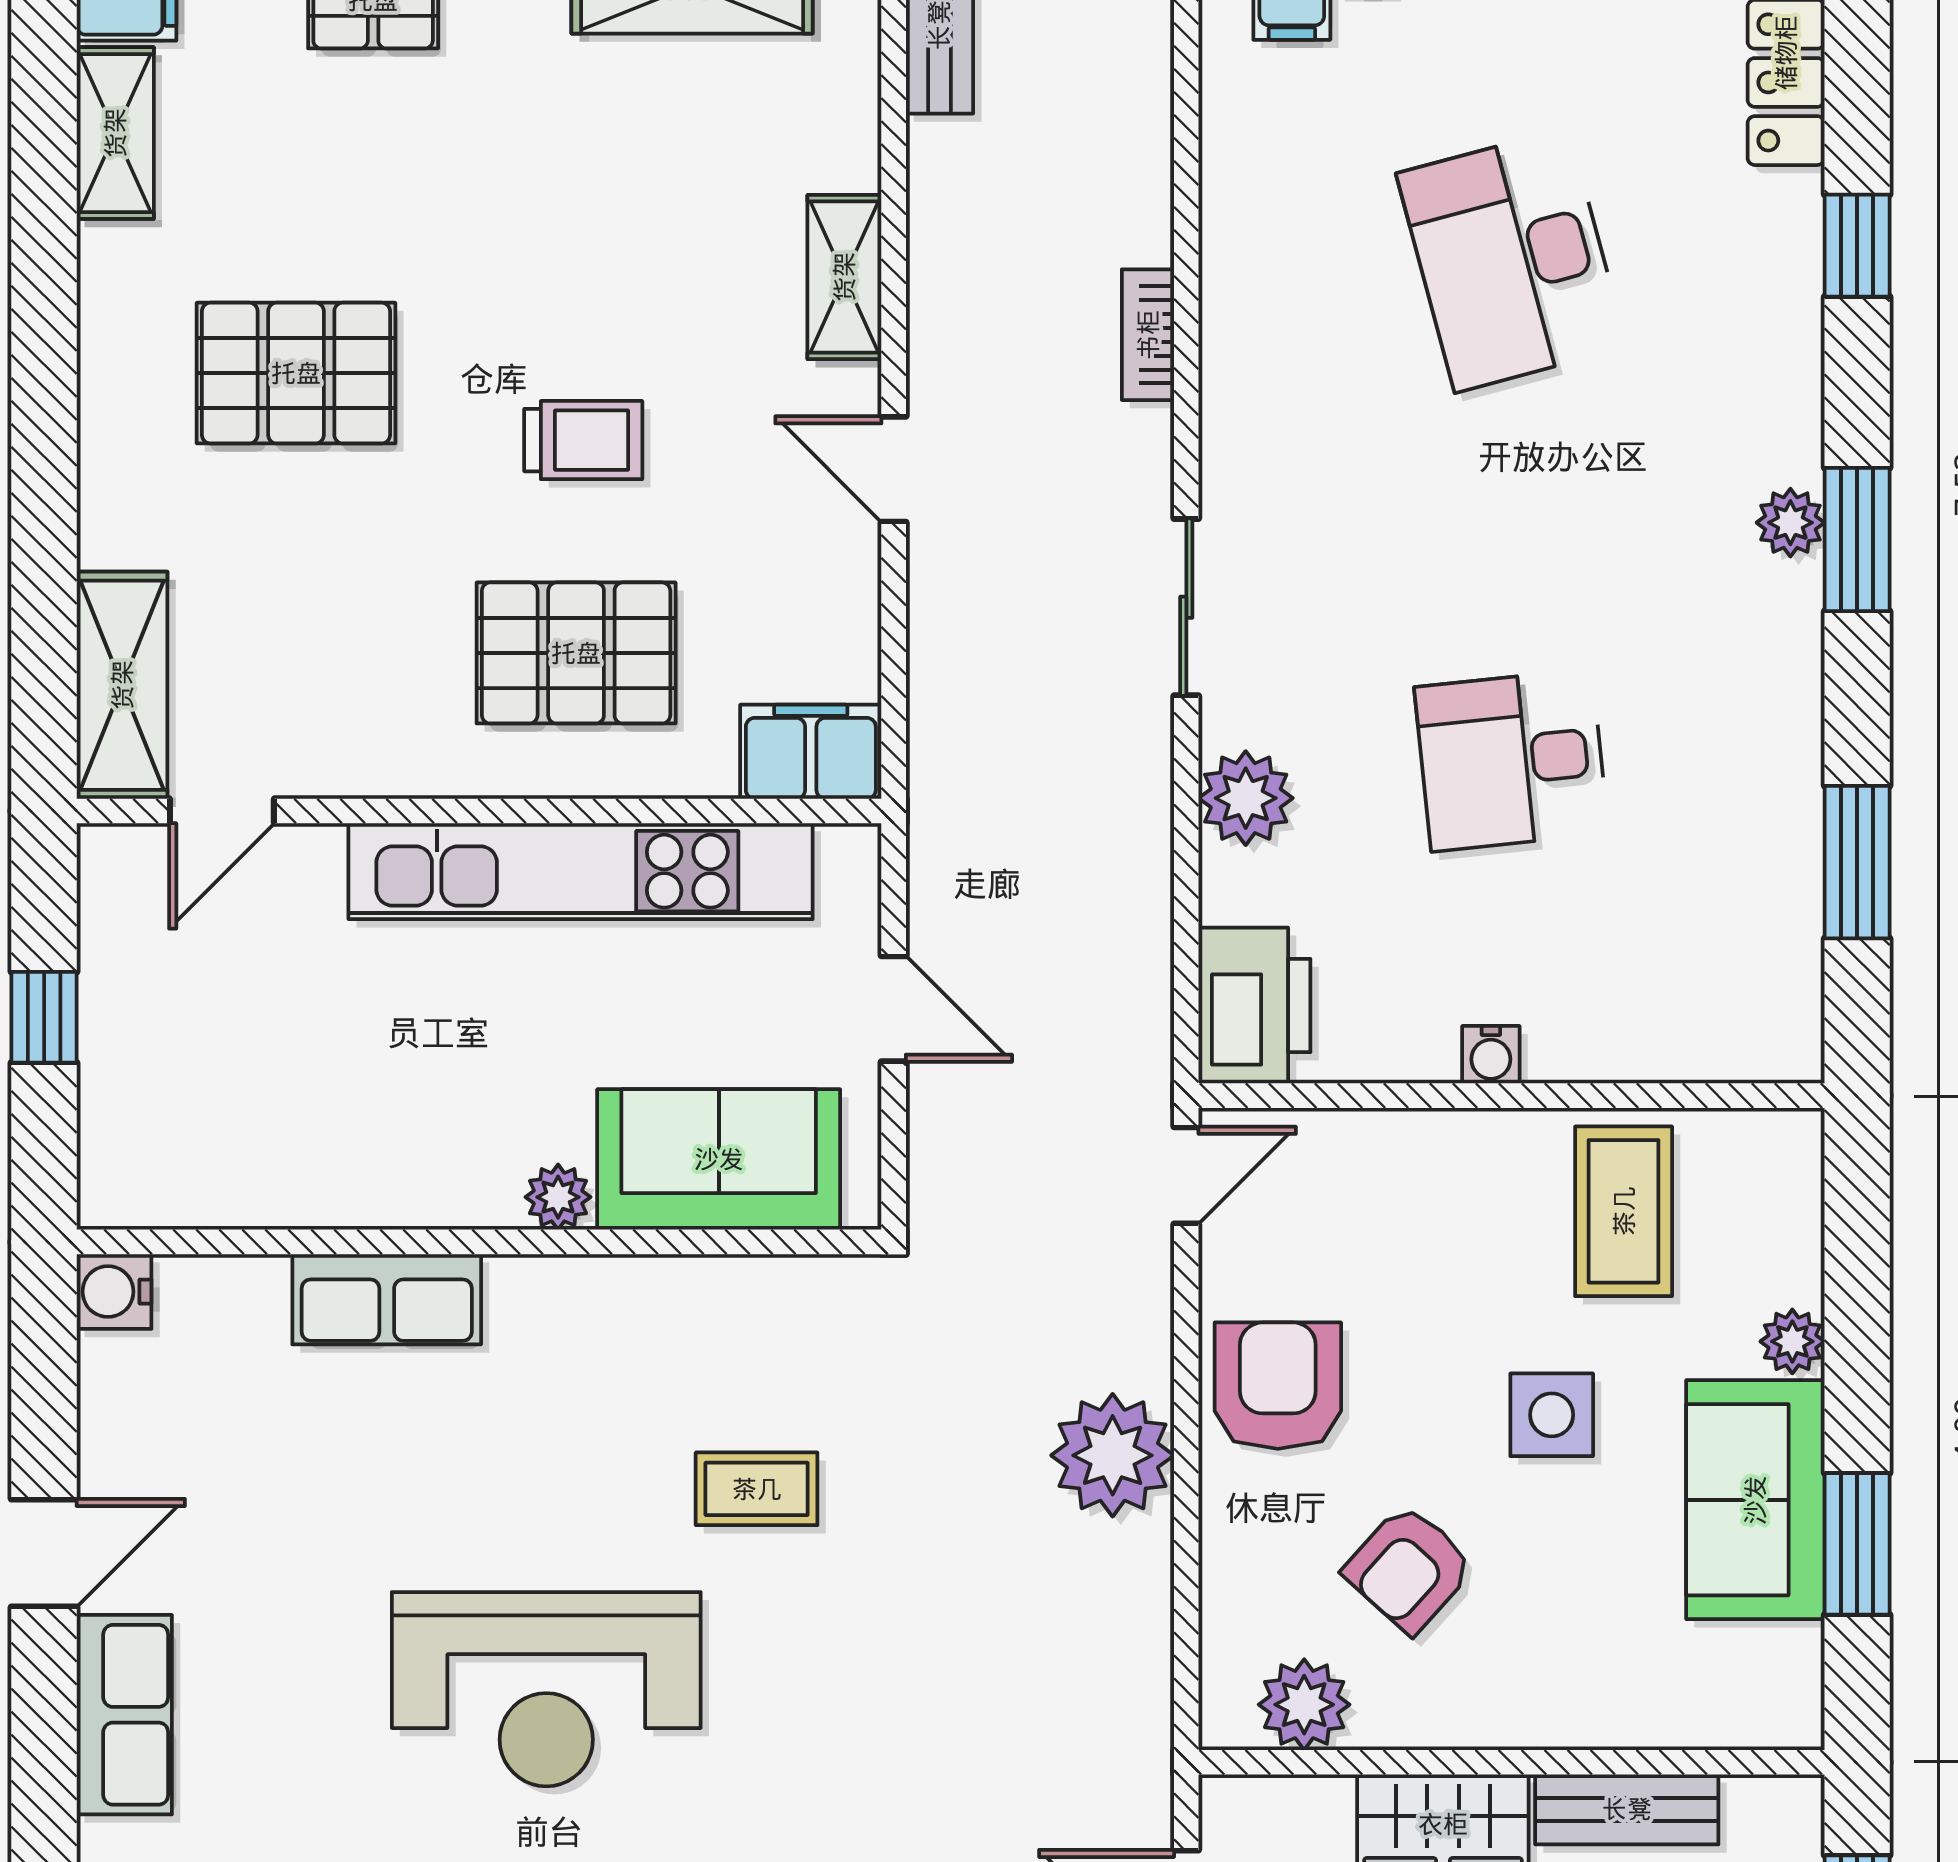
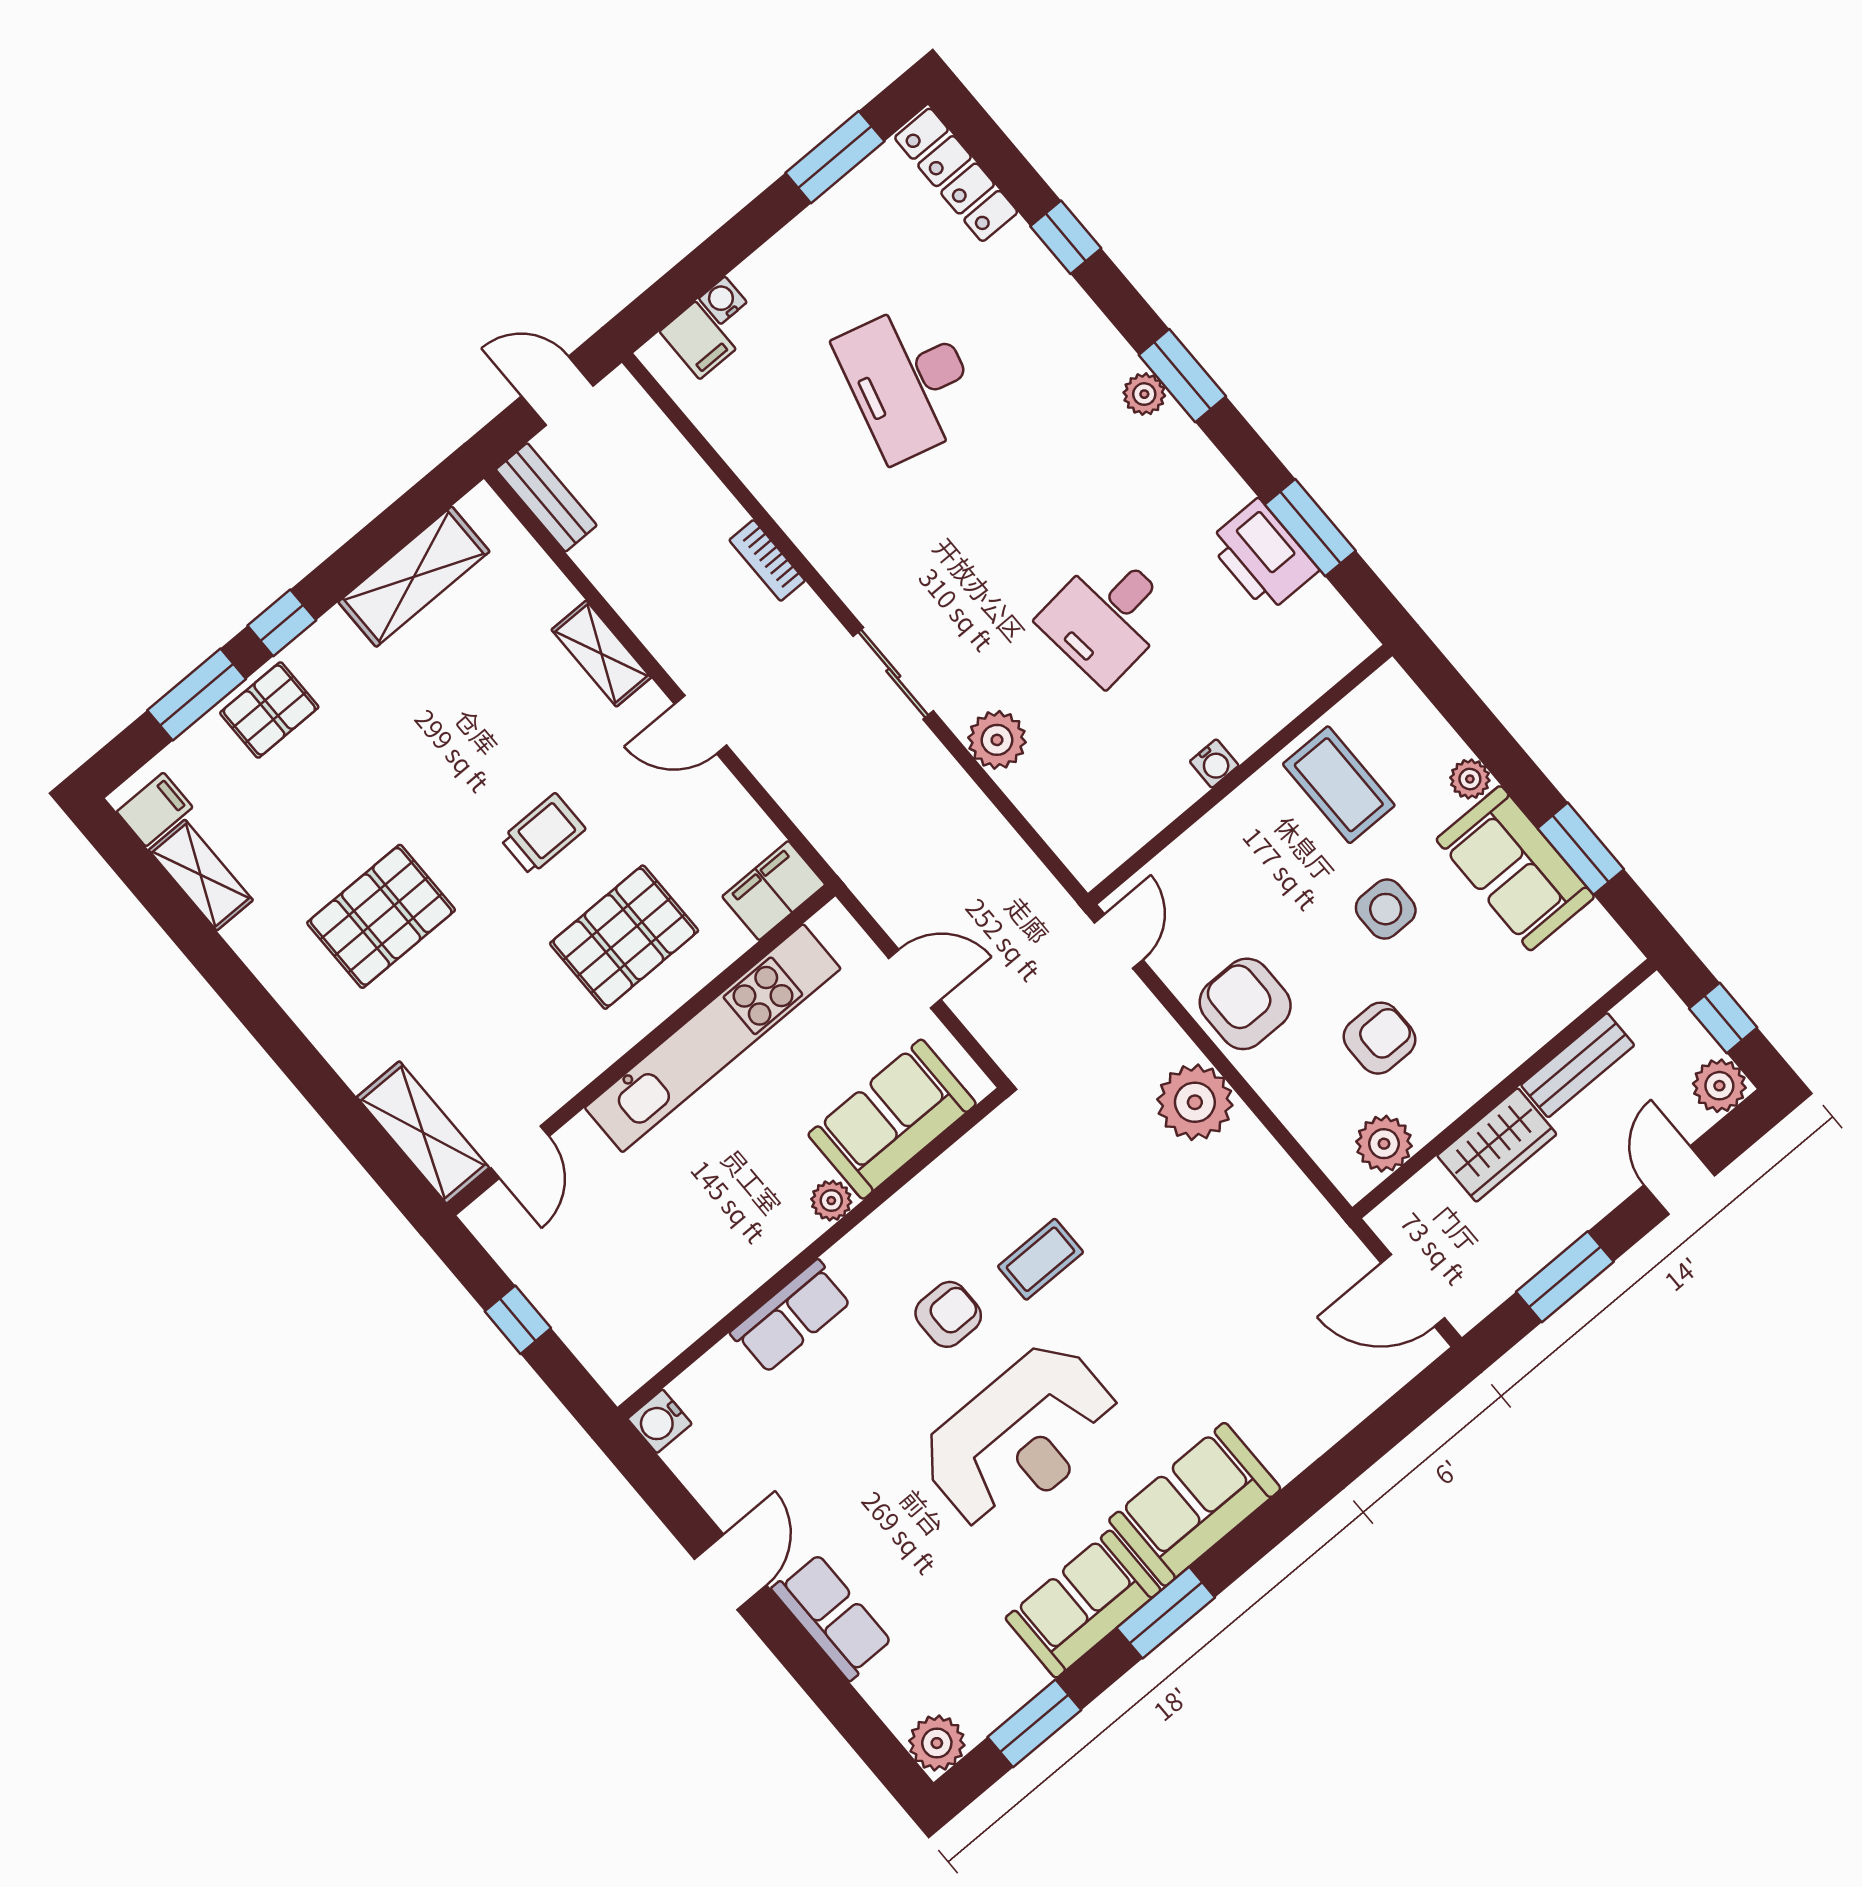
desk: (1511, 260) -> (909, 381), turned 30
printer: (1254, 1006) -> (1263, 556), moved, turned 180
armchair: (584, 1461) -> (948, 1314), added
armchair: (1409, 1569) -> (1379, 1038), turned -132

